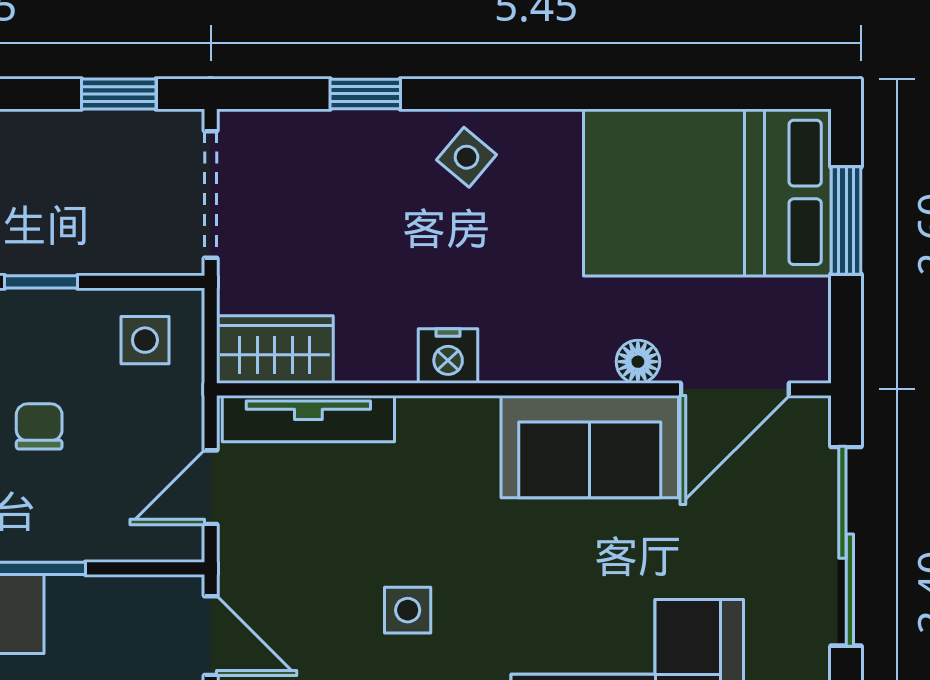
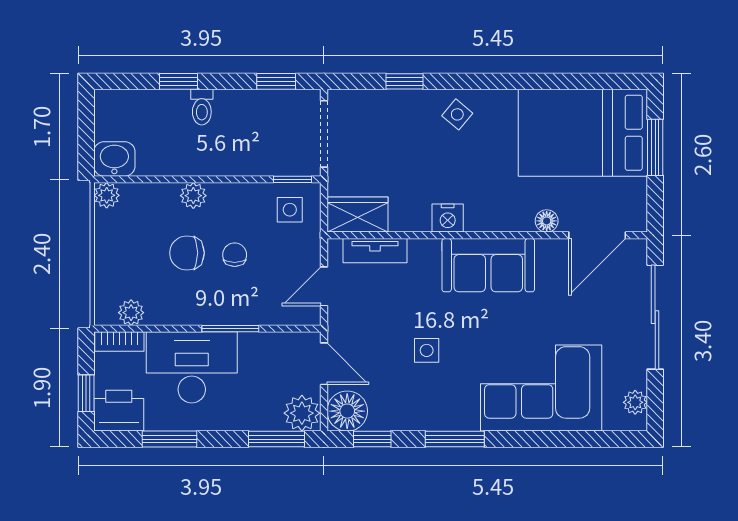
window: (41, 282) -> (292, 179), moved
tv unit: (308, 419) -> (375, 251), width x0.71
sofa: (590, 447) -> (488, 265), moved

